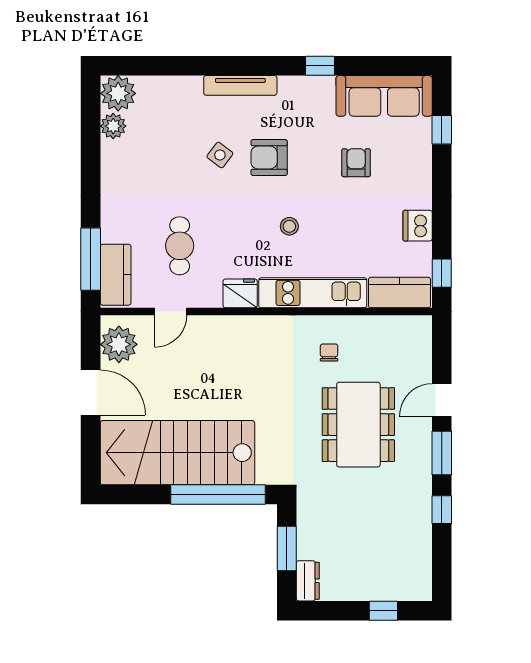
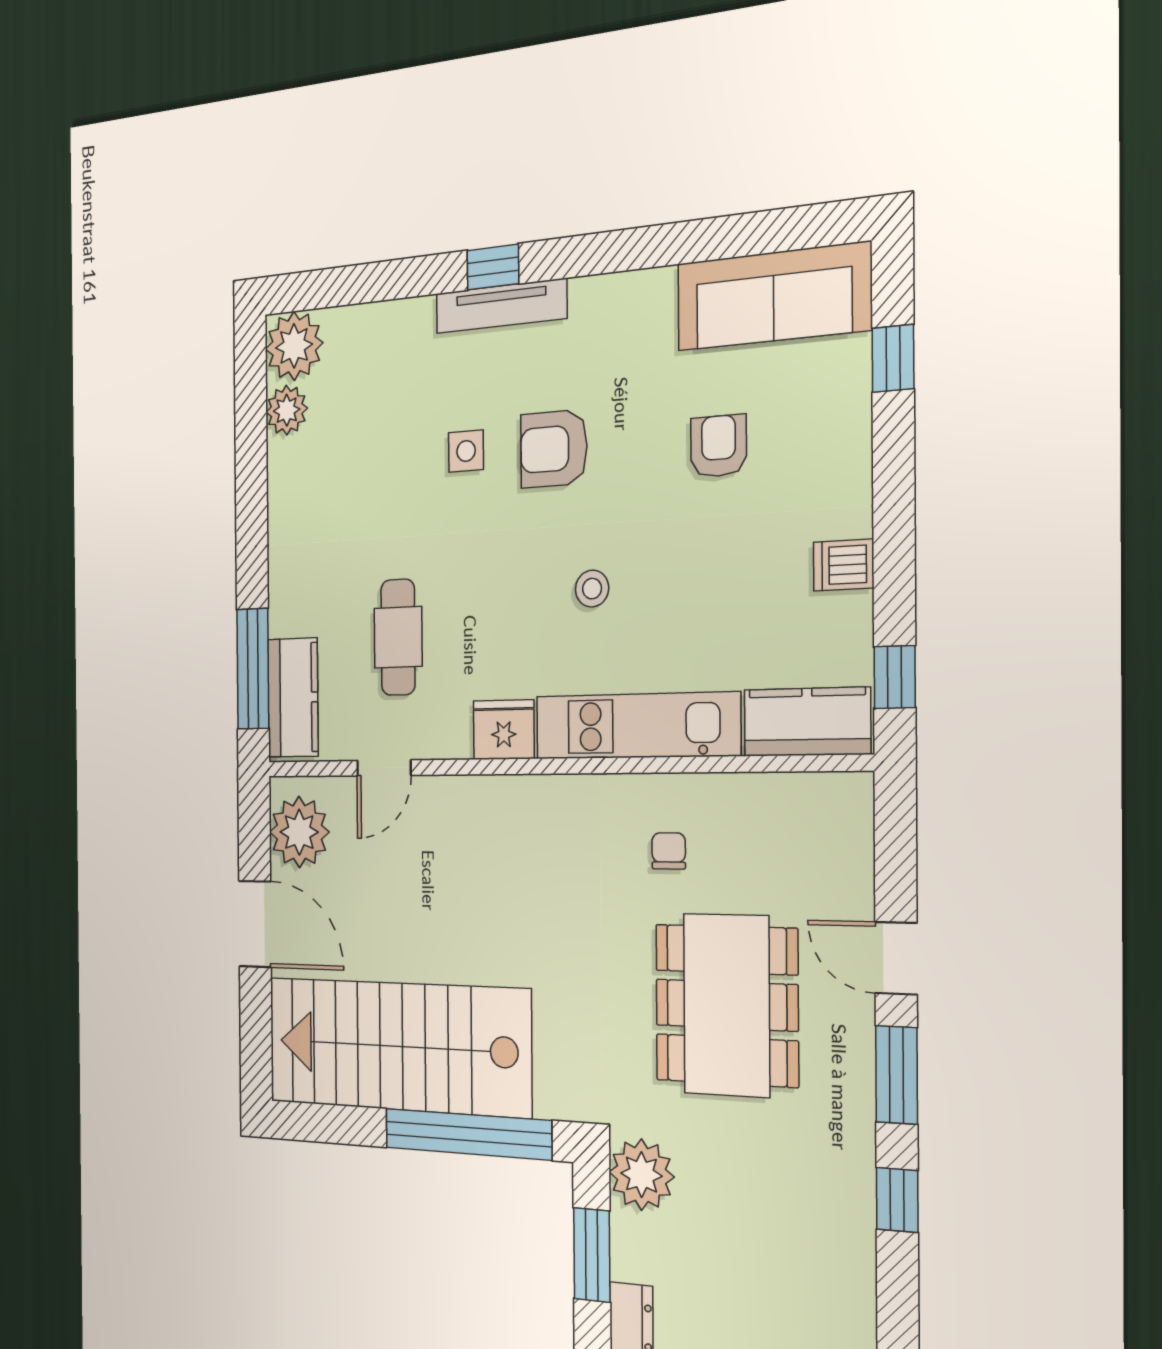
window: (320, 66) -> (493, 267), moved
side table: (220, 155) -> (466, 451), turned -37
dishwasher: (418, 226) -> (843, 565), width x0.73
door: (442, 400) -> (896, 958), hinge flipped
plant: (314, 508) -> (641, 1175), added

